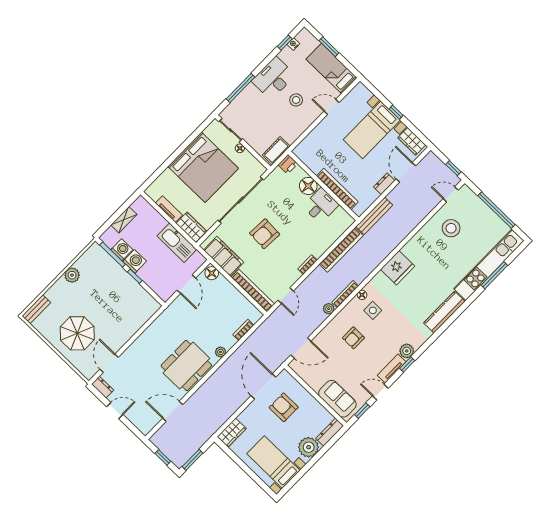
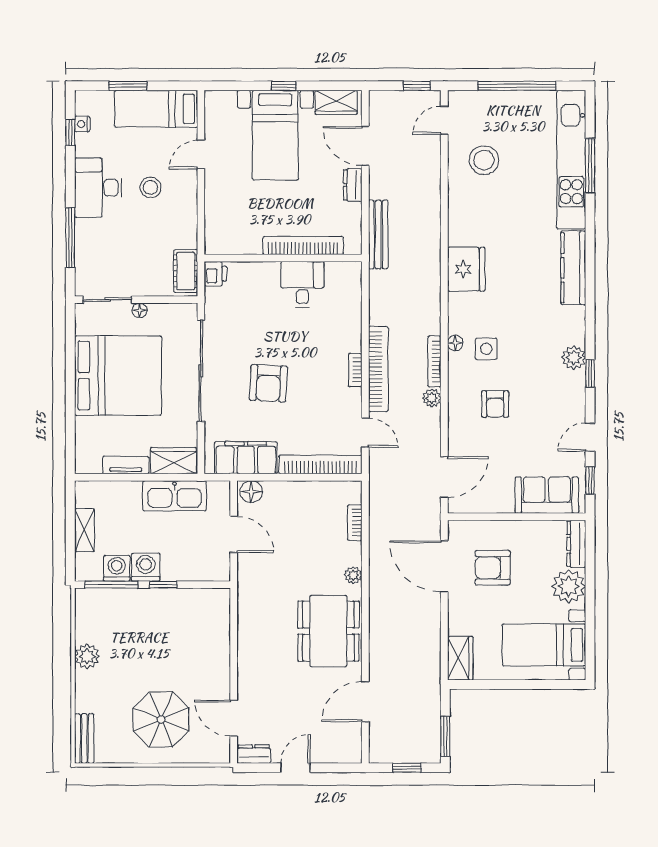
floor lamp: (308, 186) -> (265, 276), removed
bookcase: (341, 250) -> (378, 369), moved
tv unit: (392, 369) -> (576, 396), removed

